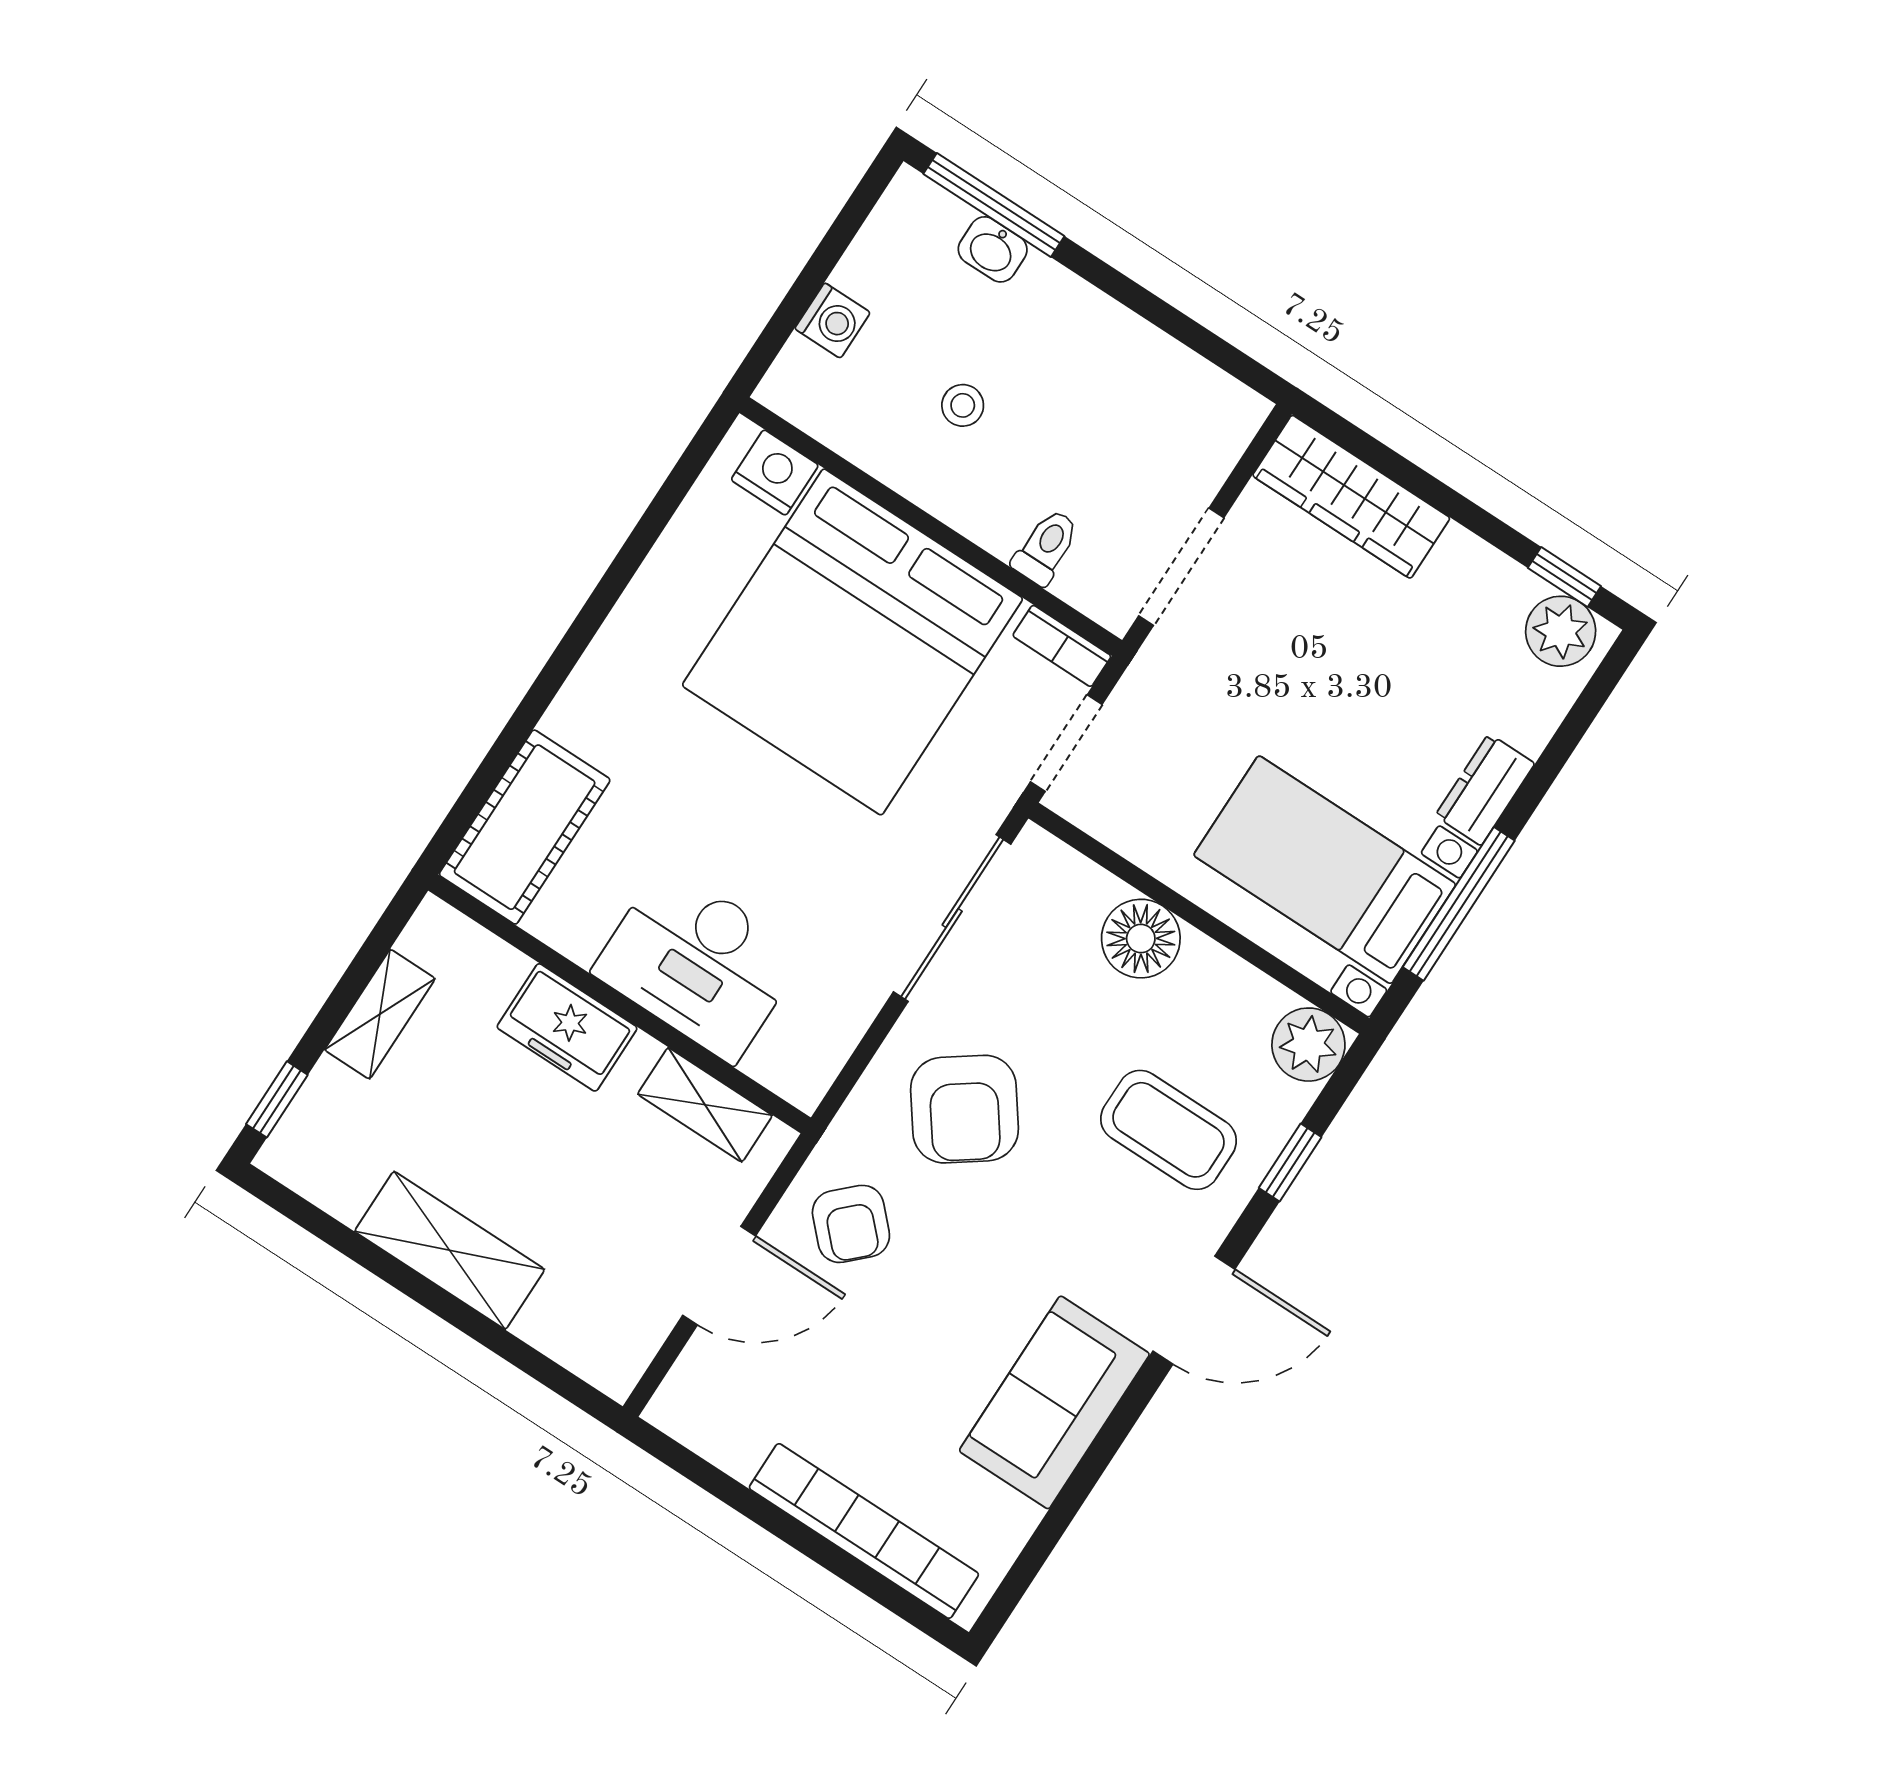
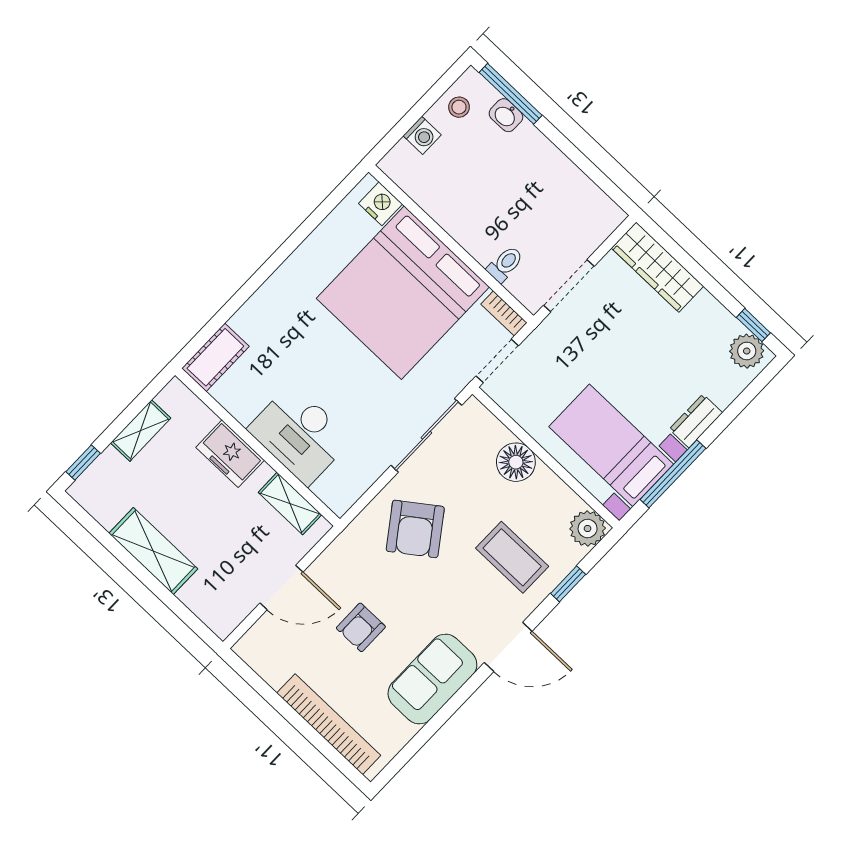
stool: (963, 405) -> (459, 107), moved
cot: (525, 827) -> (215, 357), width x0.73, depth x0.75
armchair: (851, 1224) -> (361, 627), moved, turned 44

